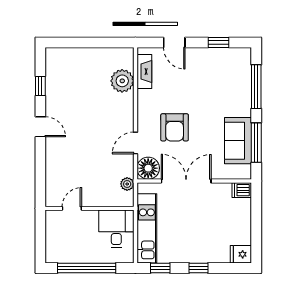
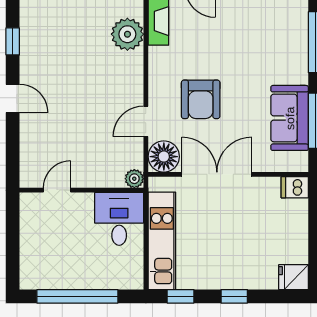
door: (72, 208) -> (57, 190), moved
wall: (89, 208) -> (82, 190), moved
desk: (116, 229) -> (119, 219), moved

